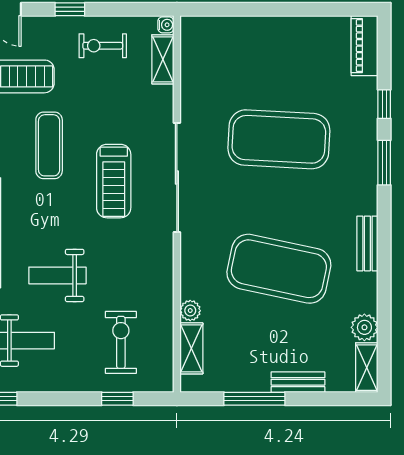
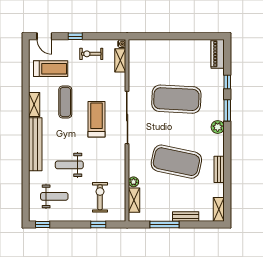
treadmill: (114, 181) -> (97, 119), turned 180
bench: (367, 243) -> (219, 169), moved
plant: (364, 327) -> (218, 127), moved

